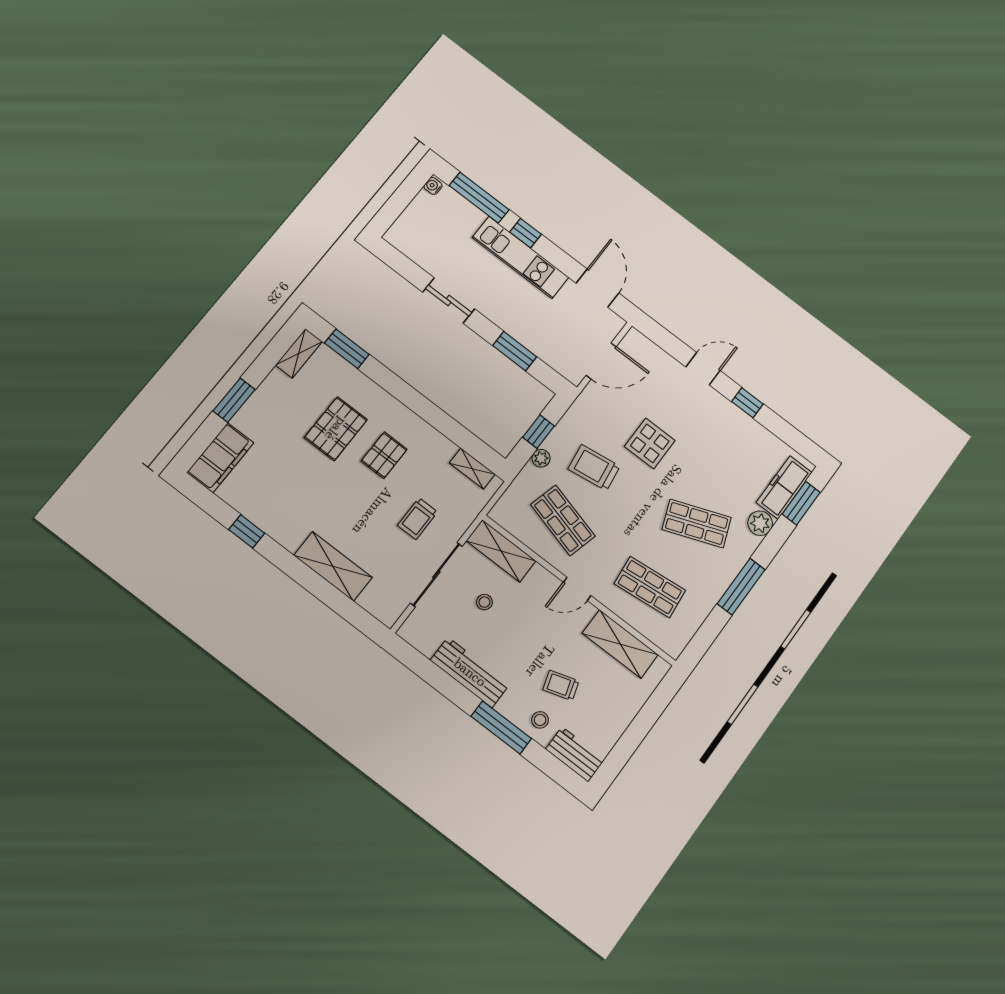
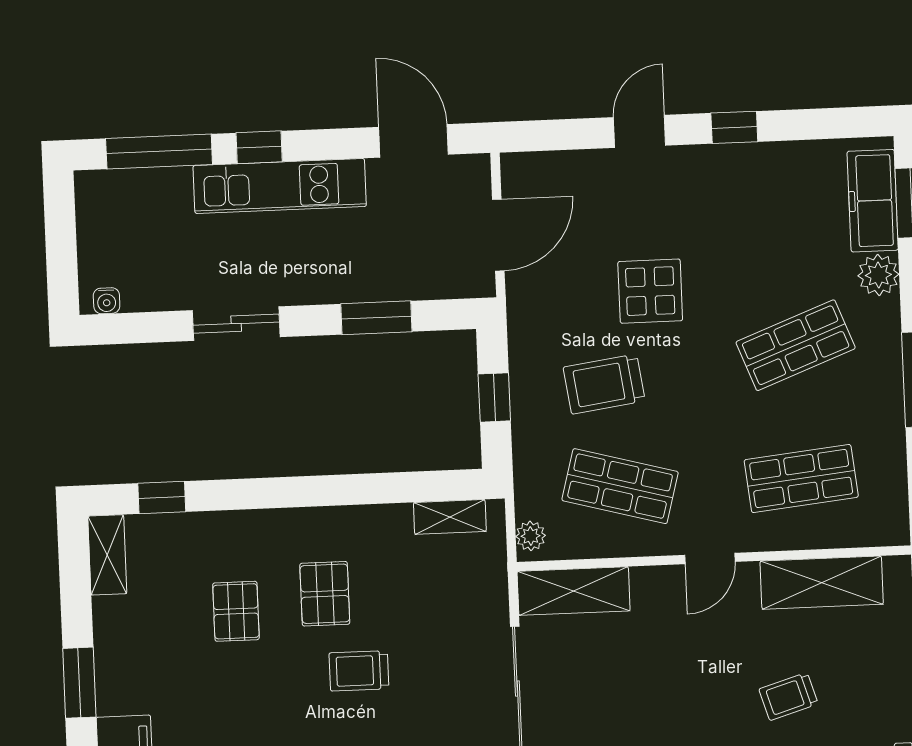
water cooler: (433, 186) -> (107, 301), moved, turned -90
window: (347, 349) -> (162, 498), width x0.67
pallet: (336, 429) -> (236, 611), width x0.67, depth x0.71
plant: (541, 458) -> (531, 536), moved
trolley: (417, 519) -> (359, 671), moved, turned 90
stool: (484, 602) -> (606, 673), removed

